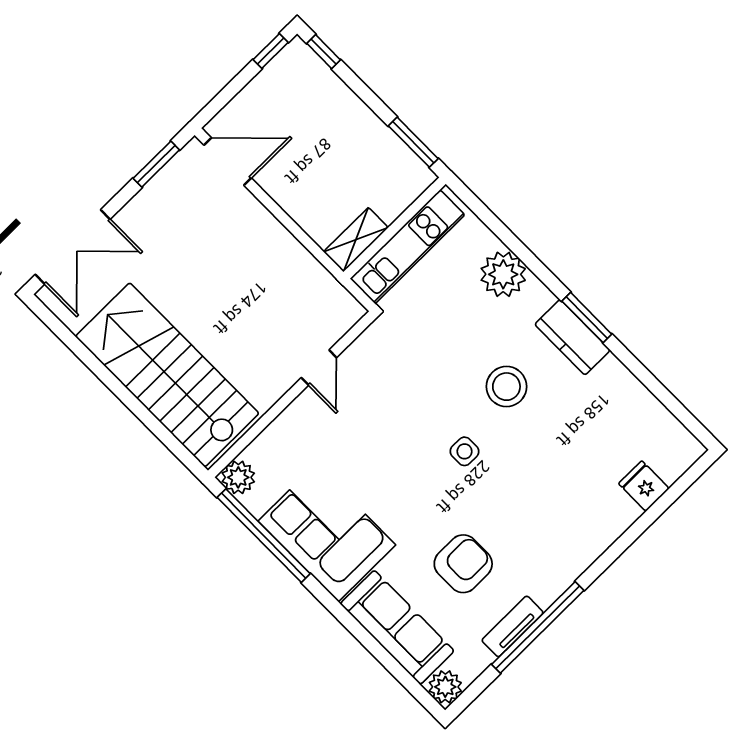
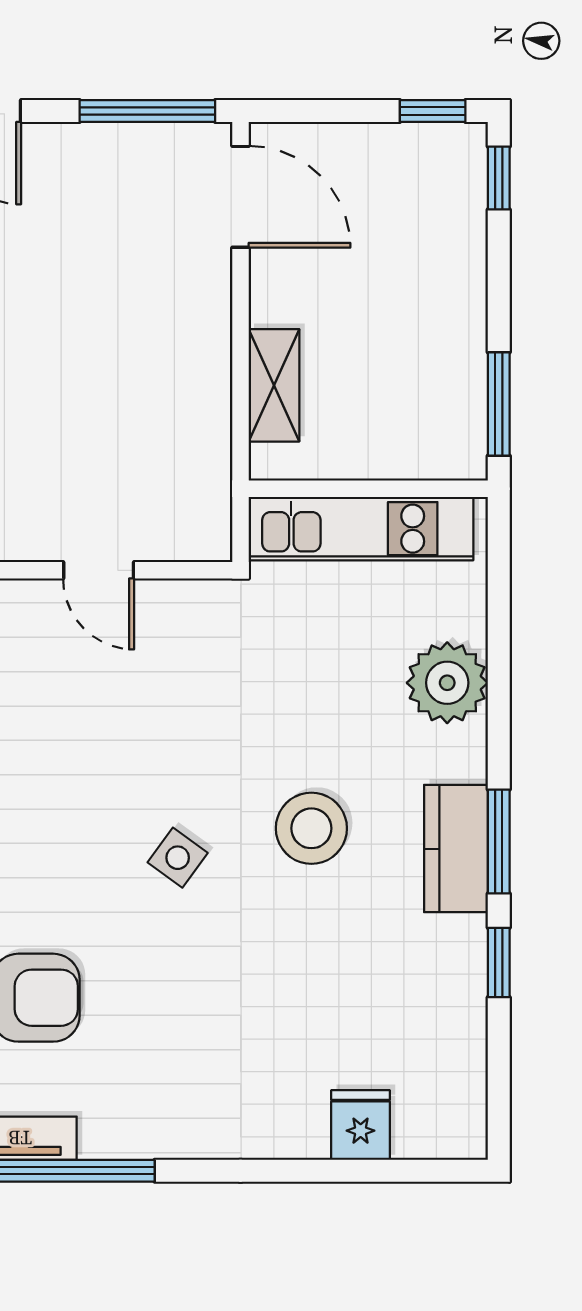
window: (156, 164) -> (147, 111), width x1.44
shelving: (356, 240) -> (274, 385), moved, turned 90
window: (635, 366) -> (499, 962), added
door: (319, 368) -> (99, 570), hinge flipped
side table: (465, 451) -> (178, 858), turned 36

